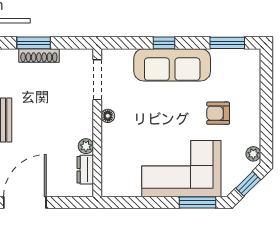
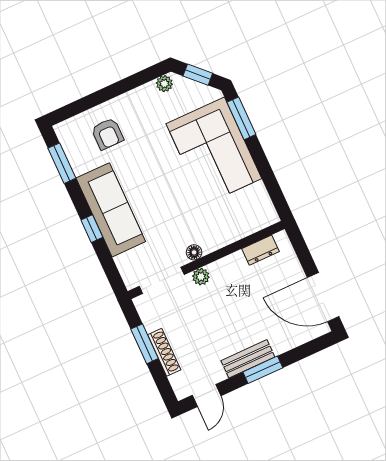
window: (34, 43) -> (145, 344), moved
armchair: (218, 113) -> (107, 134), moved
plant: (86, 146) -> (201, 277), moved

